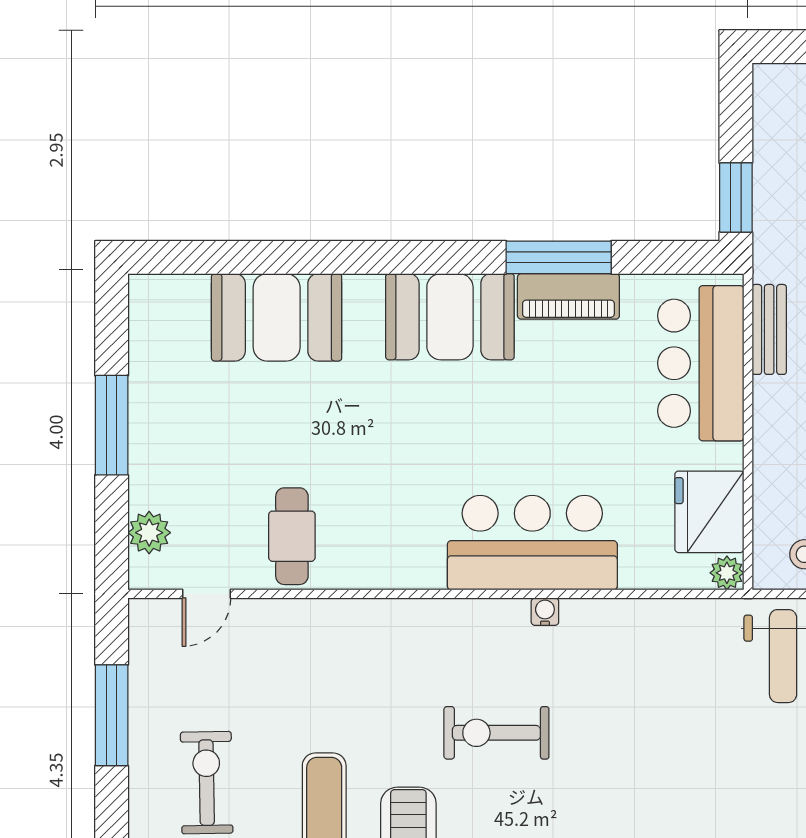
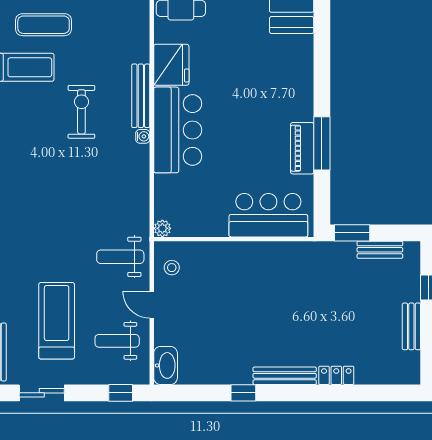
booth: (450, 317) -> (292, 88), removed
bench: (769, 329) -> (380, 250), moved
fridge: (709, 512) -> (171, 65), moved, turned 90
bench: (465, 616) -> (141, 96), added

